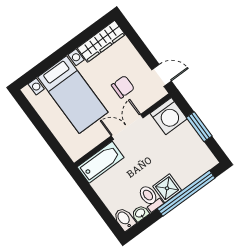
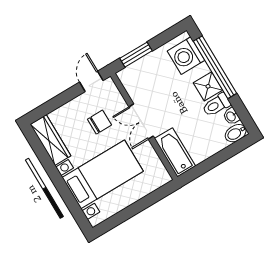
chair: (123, 87) -> (99, 122), turned 90
washing machine: (169, 116) -> (186, 56), moved, turned 180
window: (199, 127) -> (136, 55), moved

